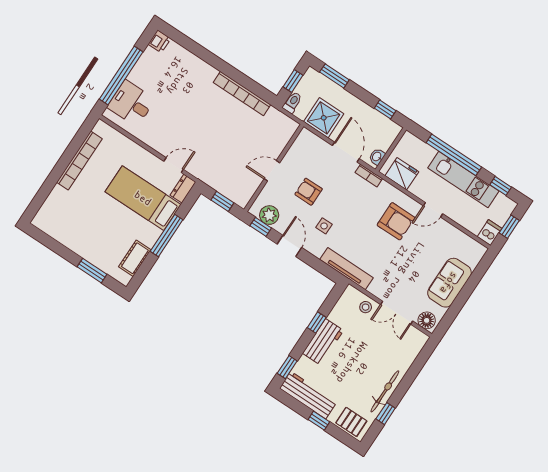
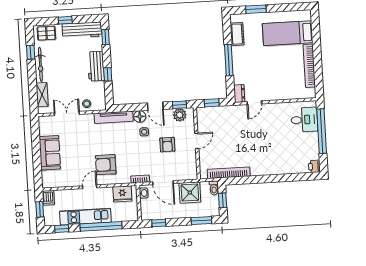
bookcase: (242, 94) -> (229, 173), moved
armchair: (309, 192) -> (167, 145), turned 90
bed: (143, 198) -> (288, 33), moved, turned 180
floor lamp: (427, 320) -> (140, 117), moved
shelving: (409, 355) -> (42, 95), added

